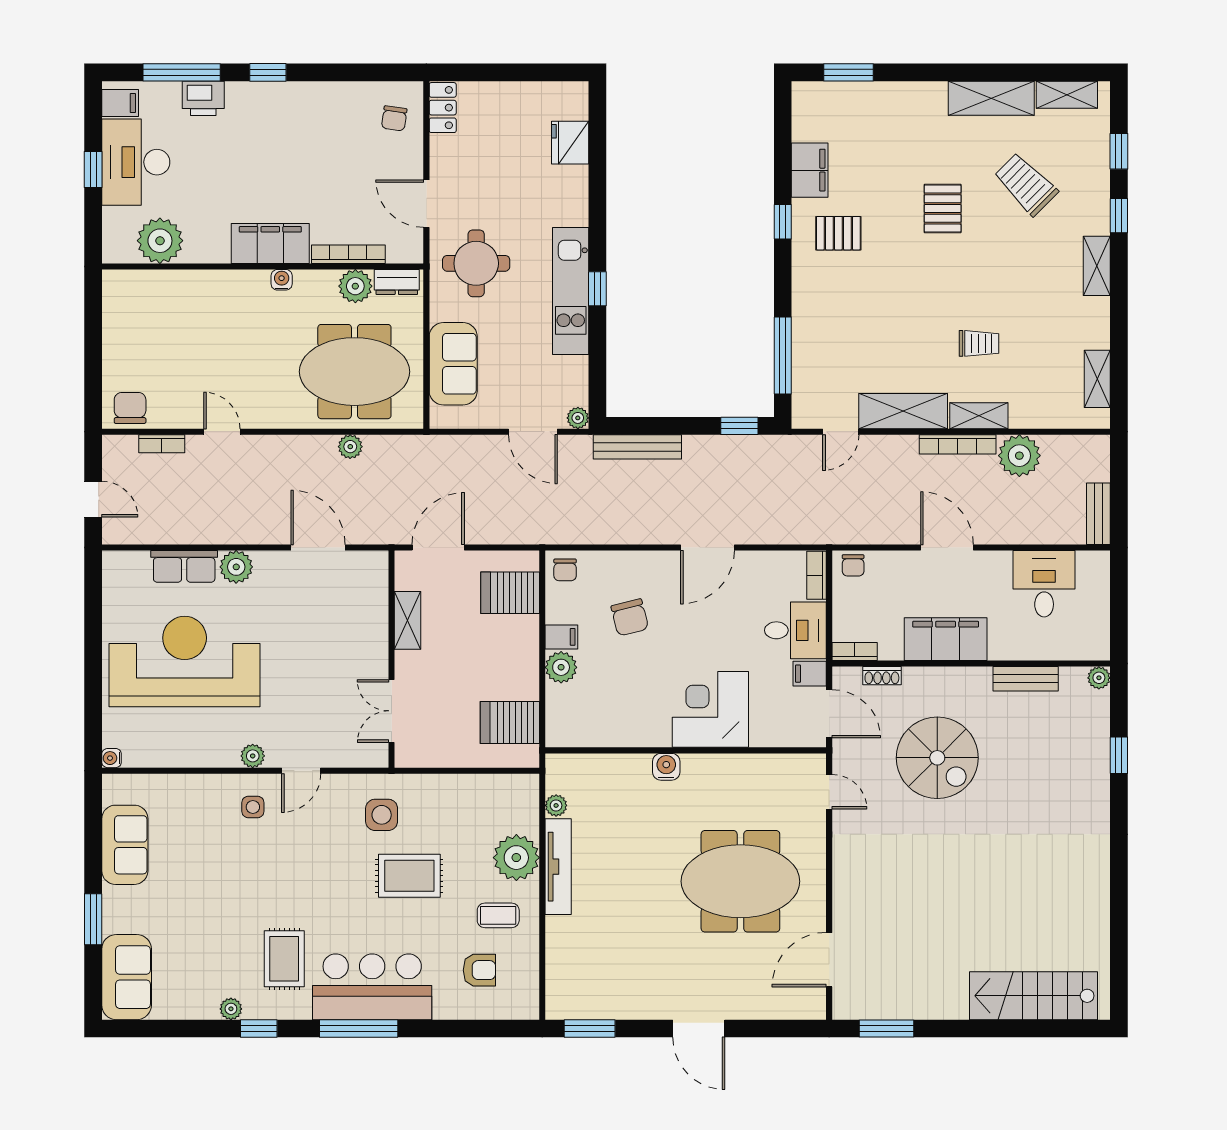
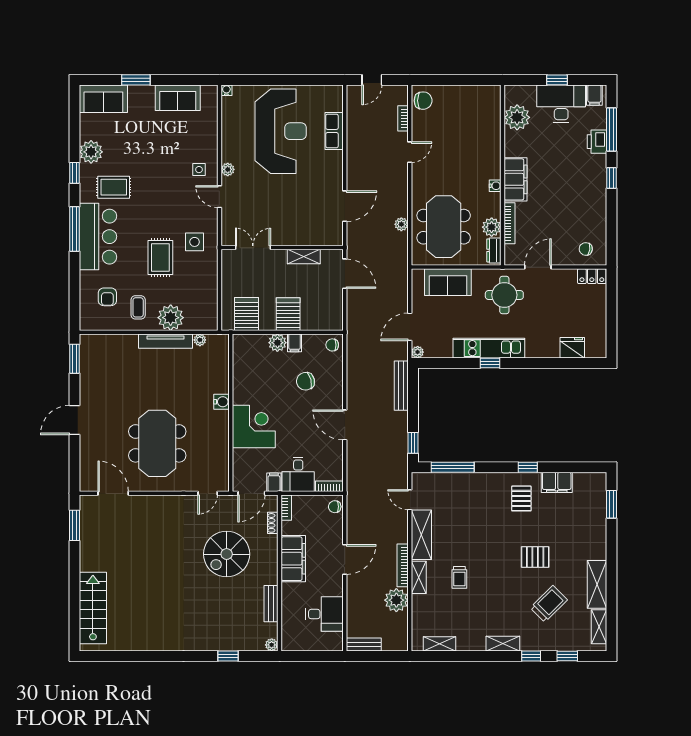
plant: (236, 567) -> (334, 160), removed
server rack: (510, 593) -> (288, 314), moved
plant: (231, 1009) -> (91, 152), width x1.87, depth x1.87

